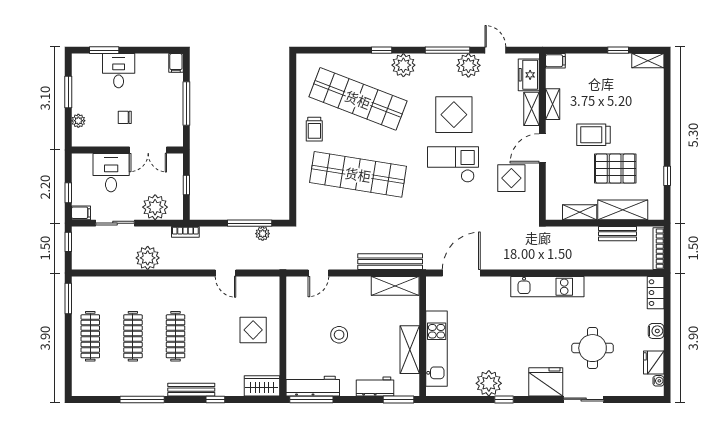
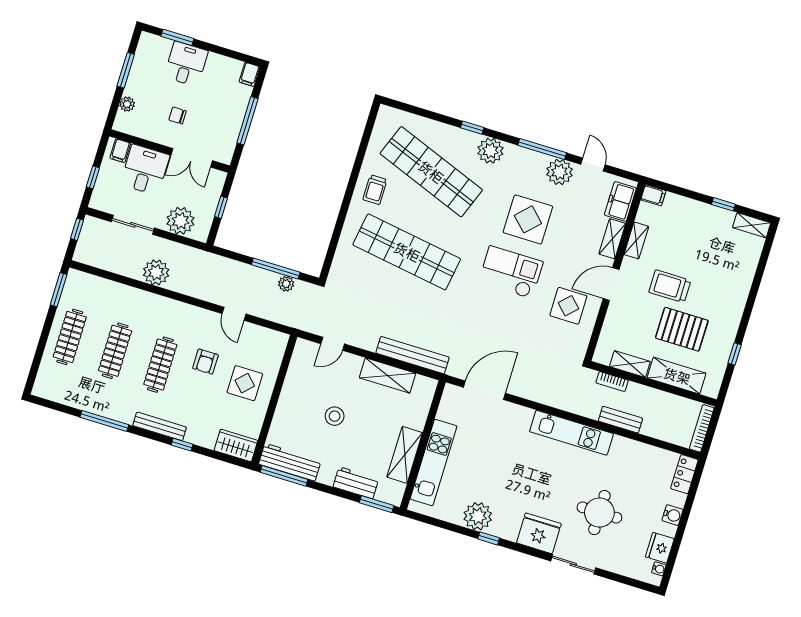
filing cabinet: (81, 213) -> (120, 151), moved, turned 90
bookcase: (185, 232) -> (612, 382), moved
bench: (618, 234) -> (620, 420), moved
shelving: (395, 286) -> (388, 376), moved
armchair: (214, 322) -> (205, 362), added

